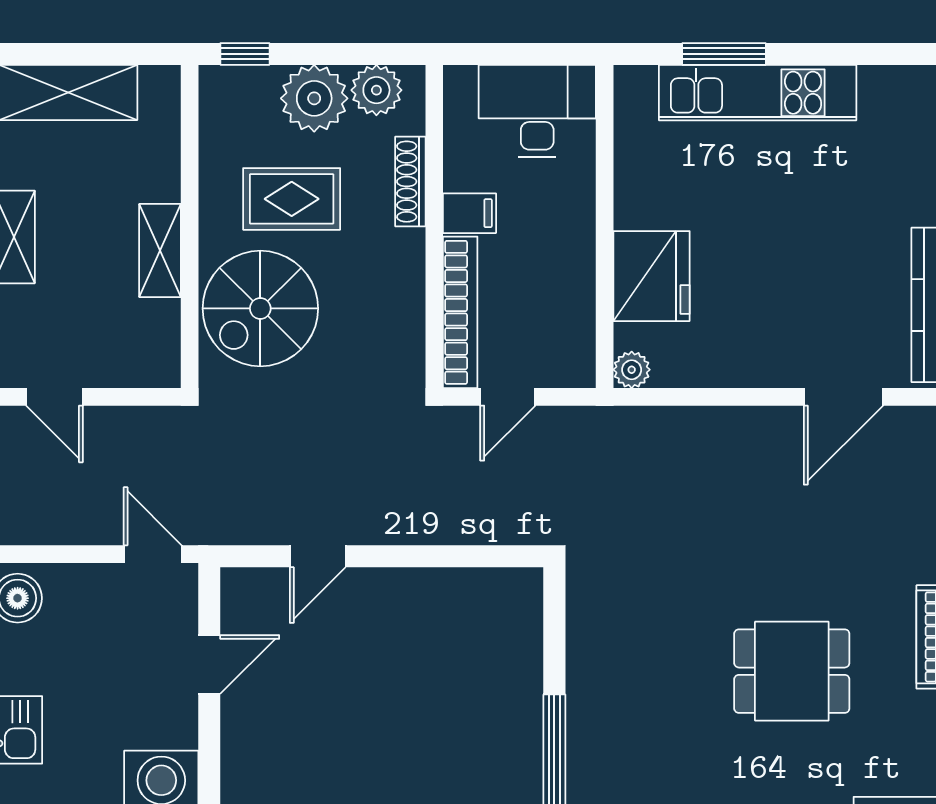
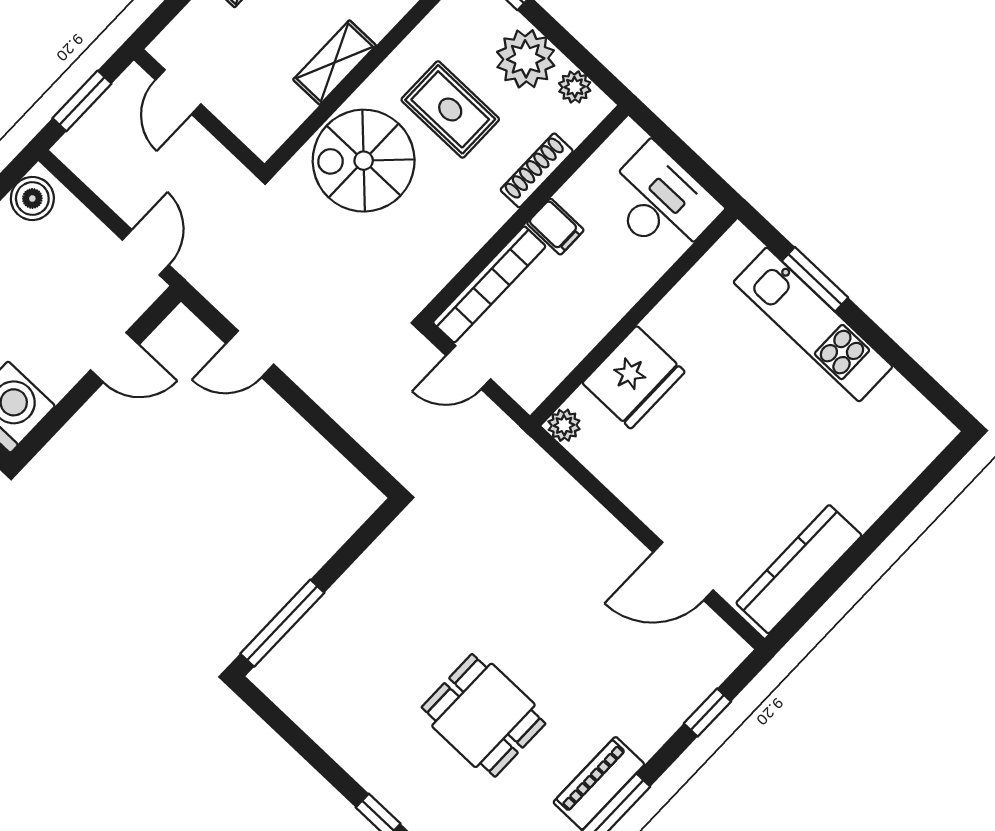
plant: (376, 90) -> (575, 87), width x0.73, depth x0.73

